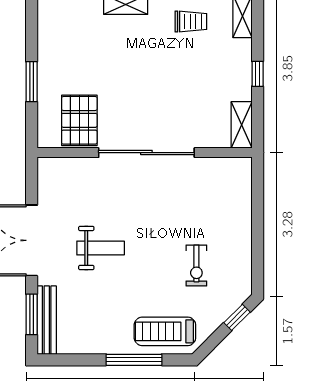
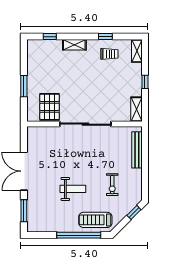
weight bench: (101, 248) -> (73, 189), moved
bench: (47, 320) -> (137, 150), moved
window: (134, 360) -> (79, 235), width x1.46

